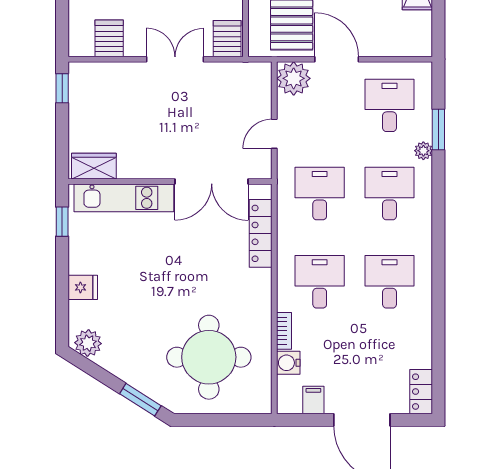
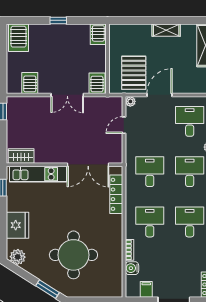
double door: (175, 59) -> (67, 95), swing flipped
door: (337, 59) -> (160, 95), hinge flipped
plant: (294, 78) -> (130, 101), width x0.53, depth x0.53
door: (274, 134) -> (124, 125), moved
fridge: (83, 287) -> (17, 225), width x1.88, depth x1.34
round table: (209, 357) -> (73, 255), moved

